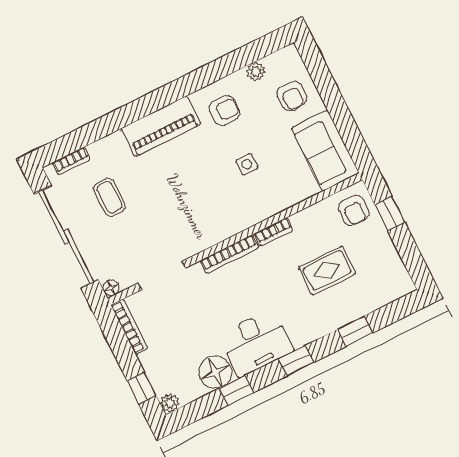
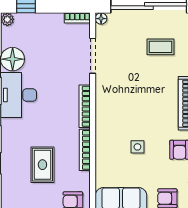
bookcase: (274, 232) -> (85, 150), width x1.56
bookcase: (129, 327) -> (77, 18), width x0.64

